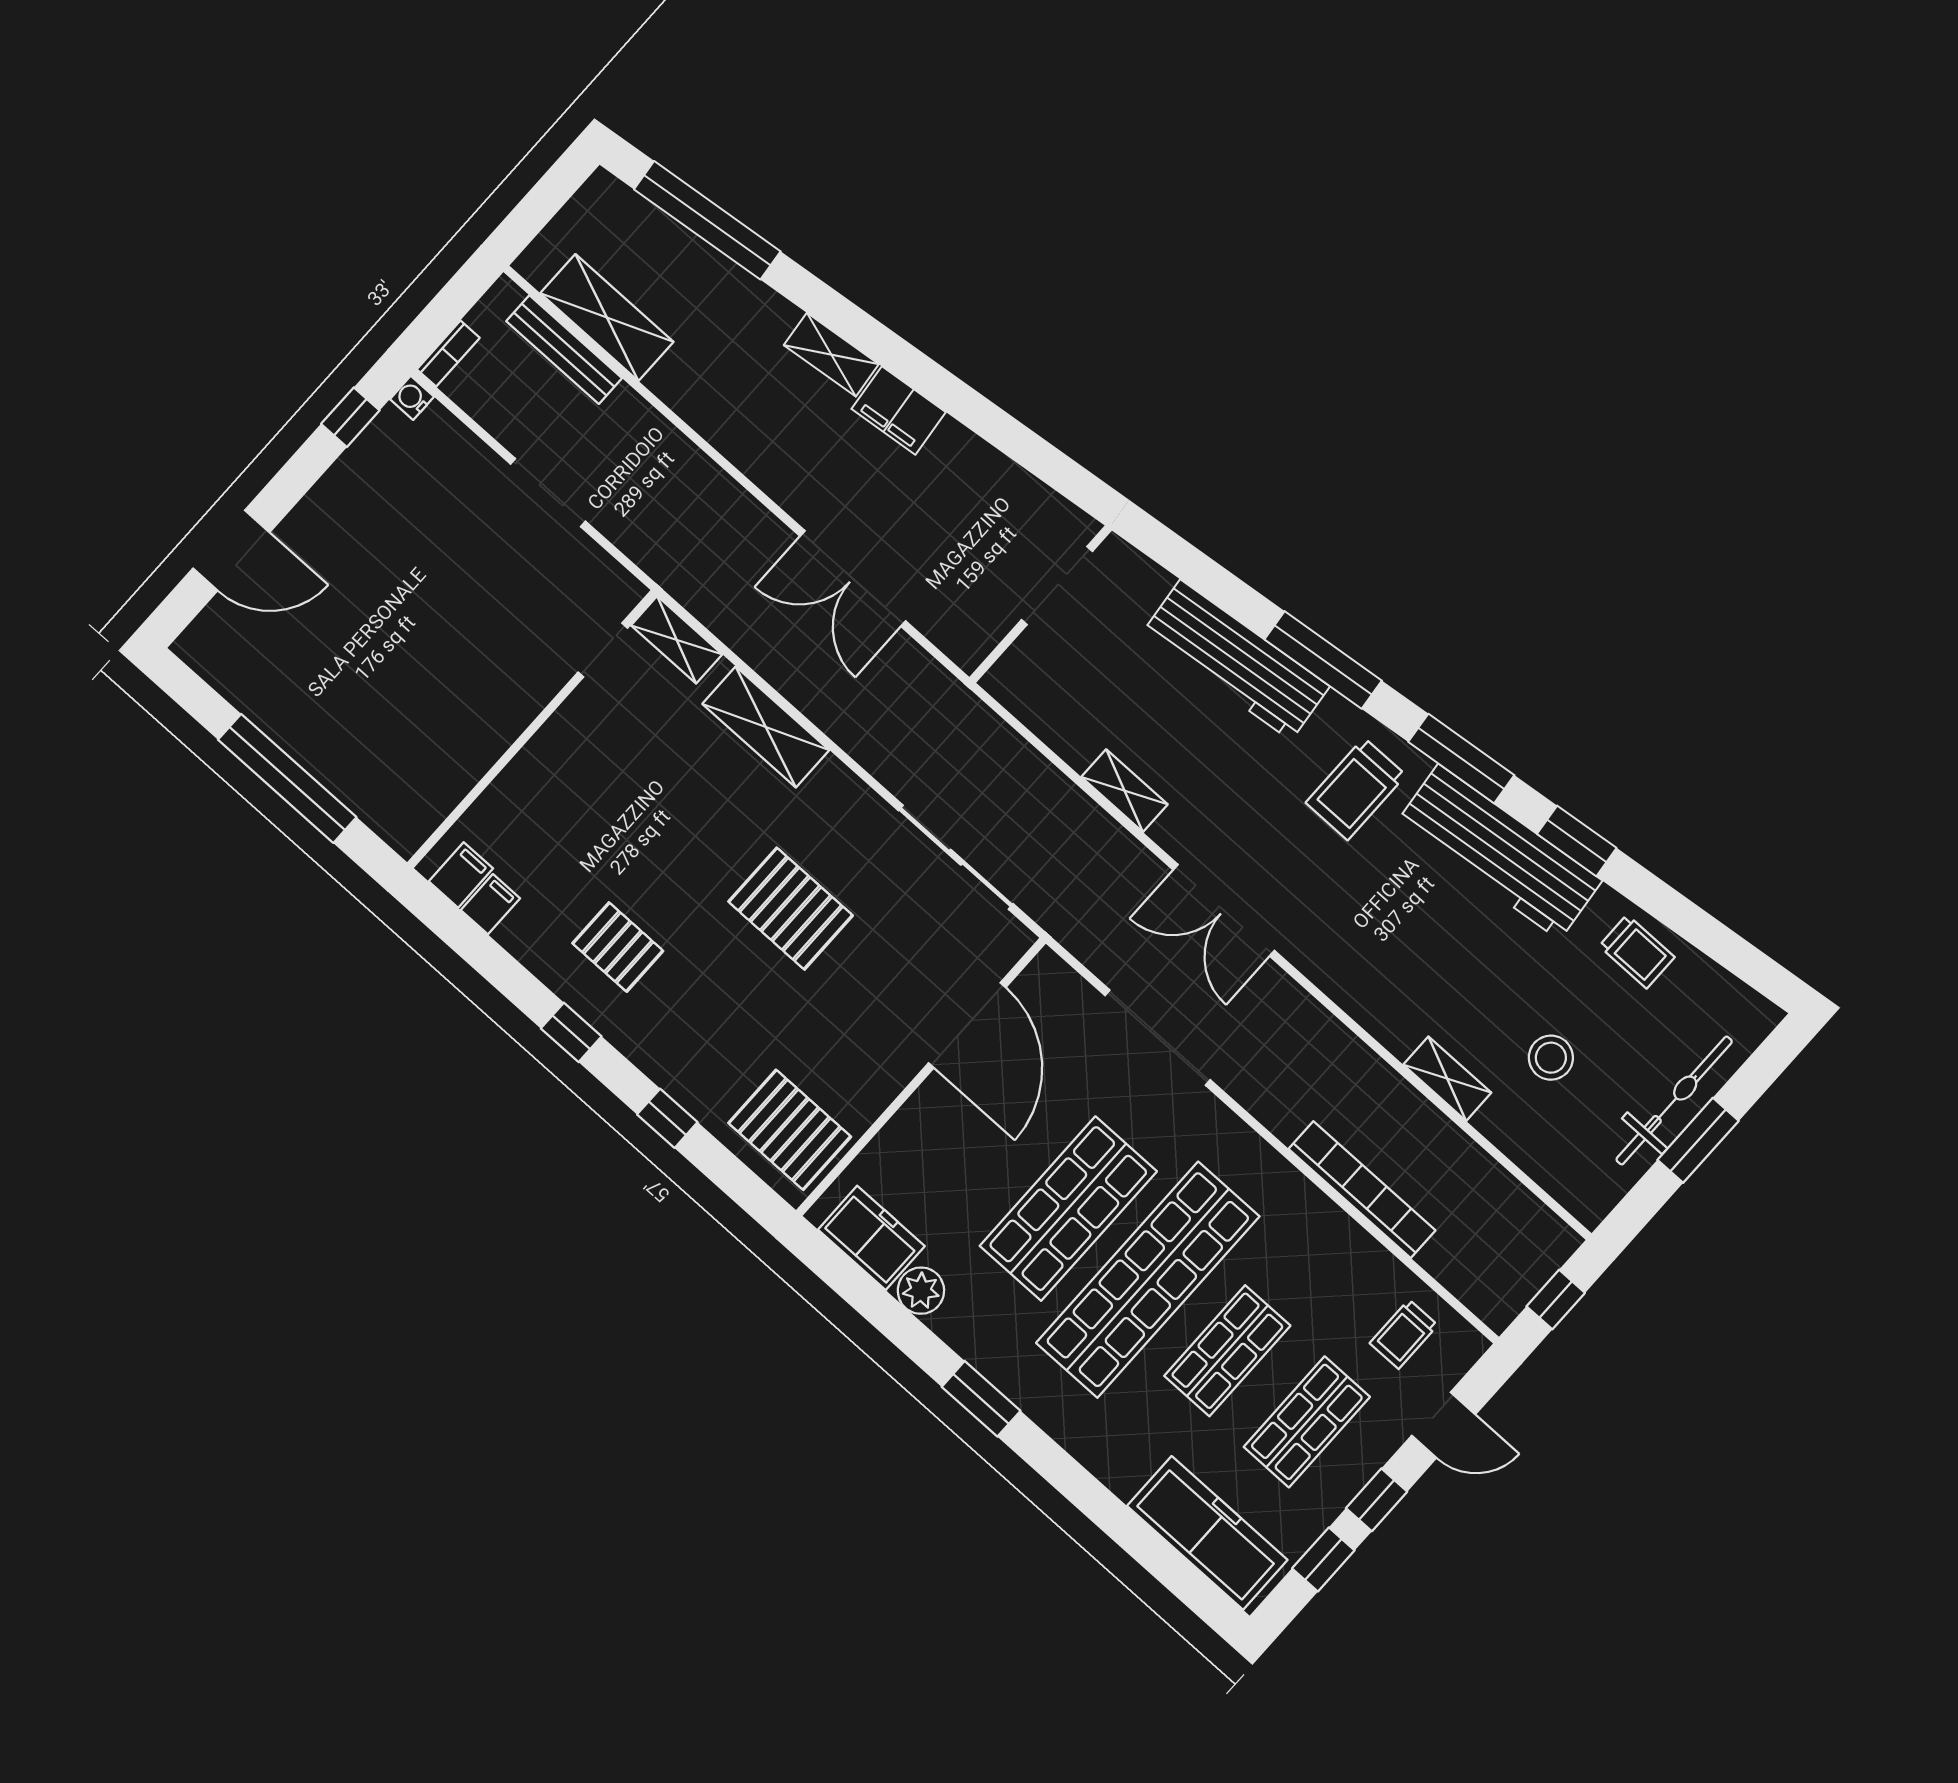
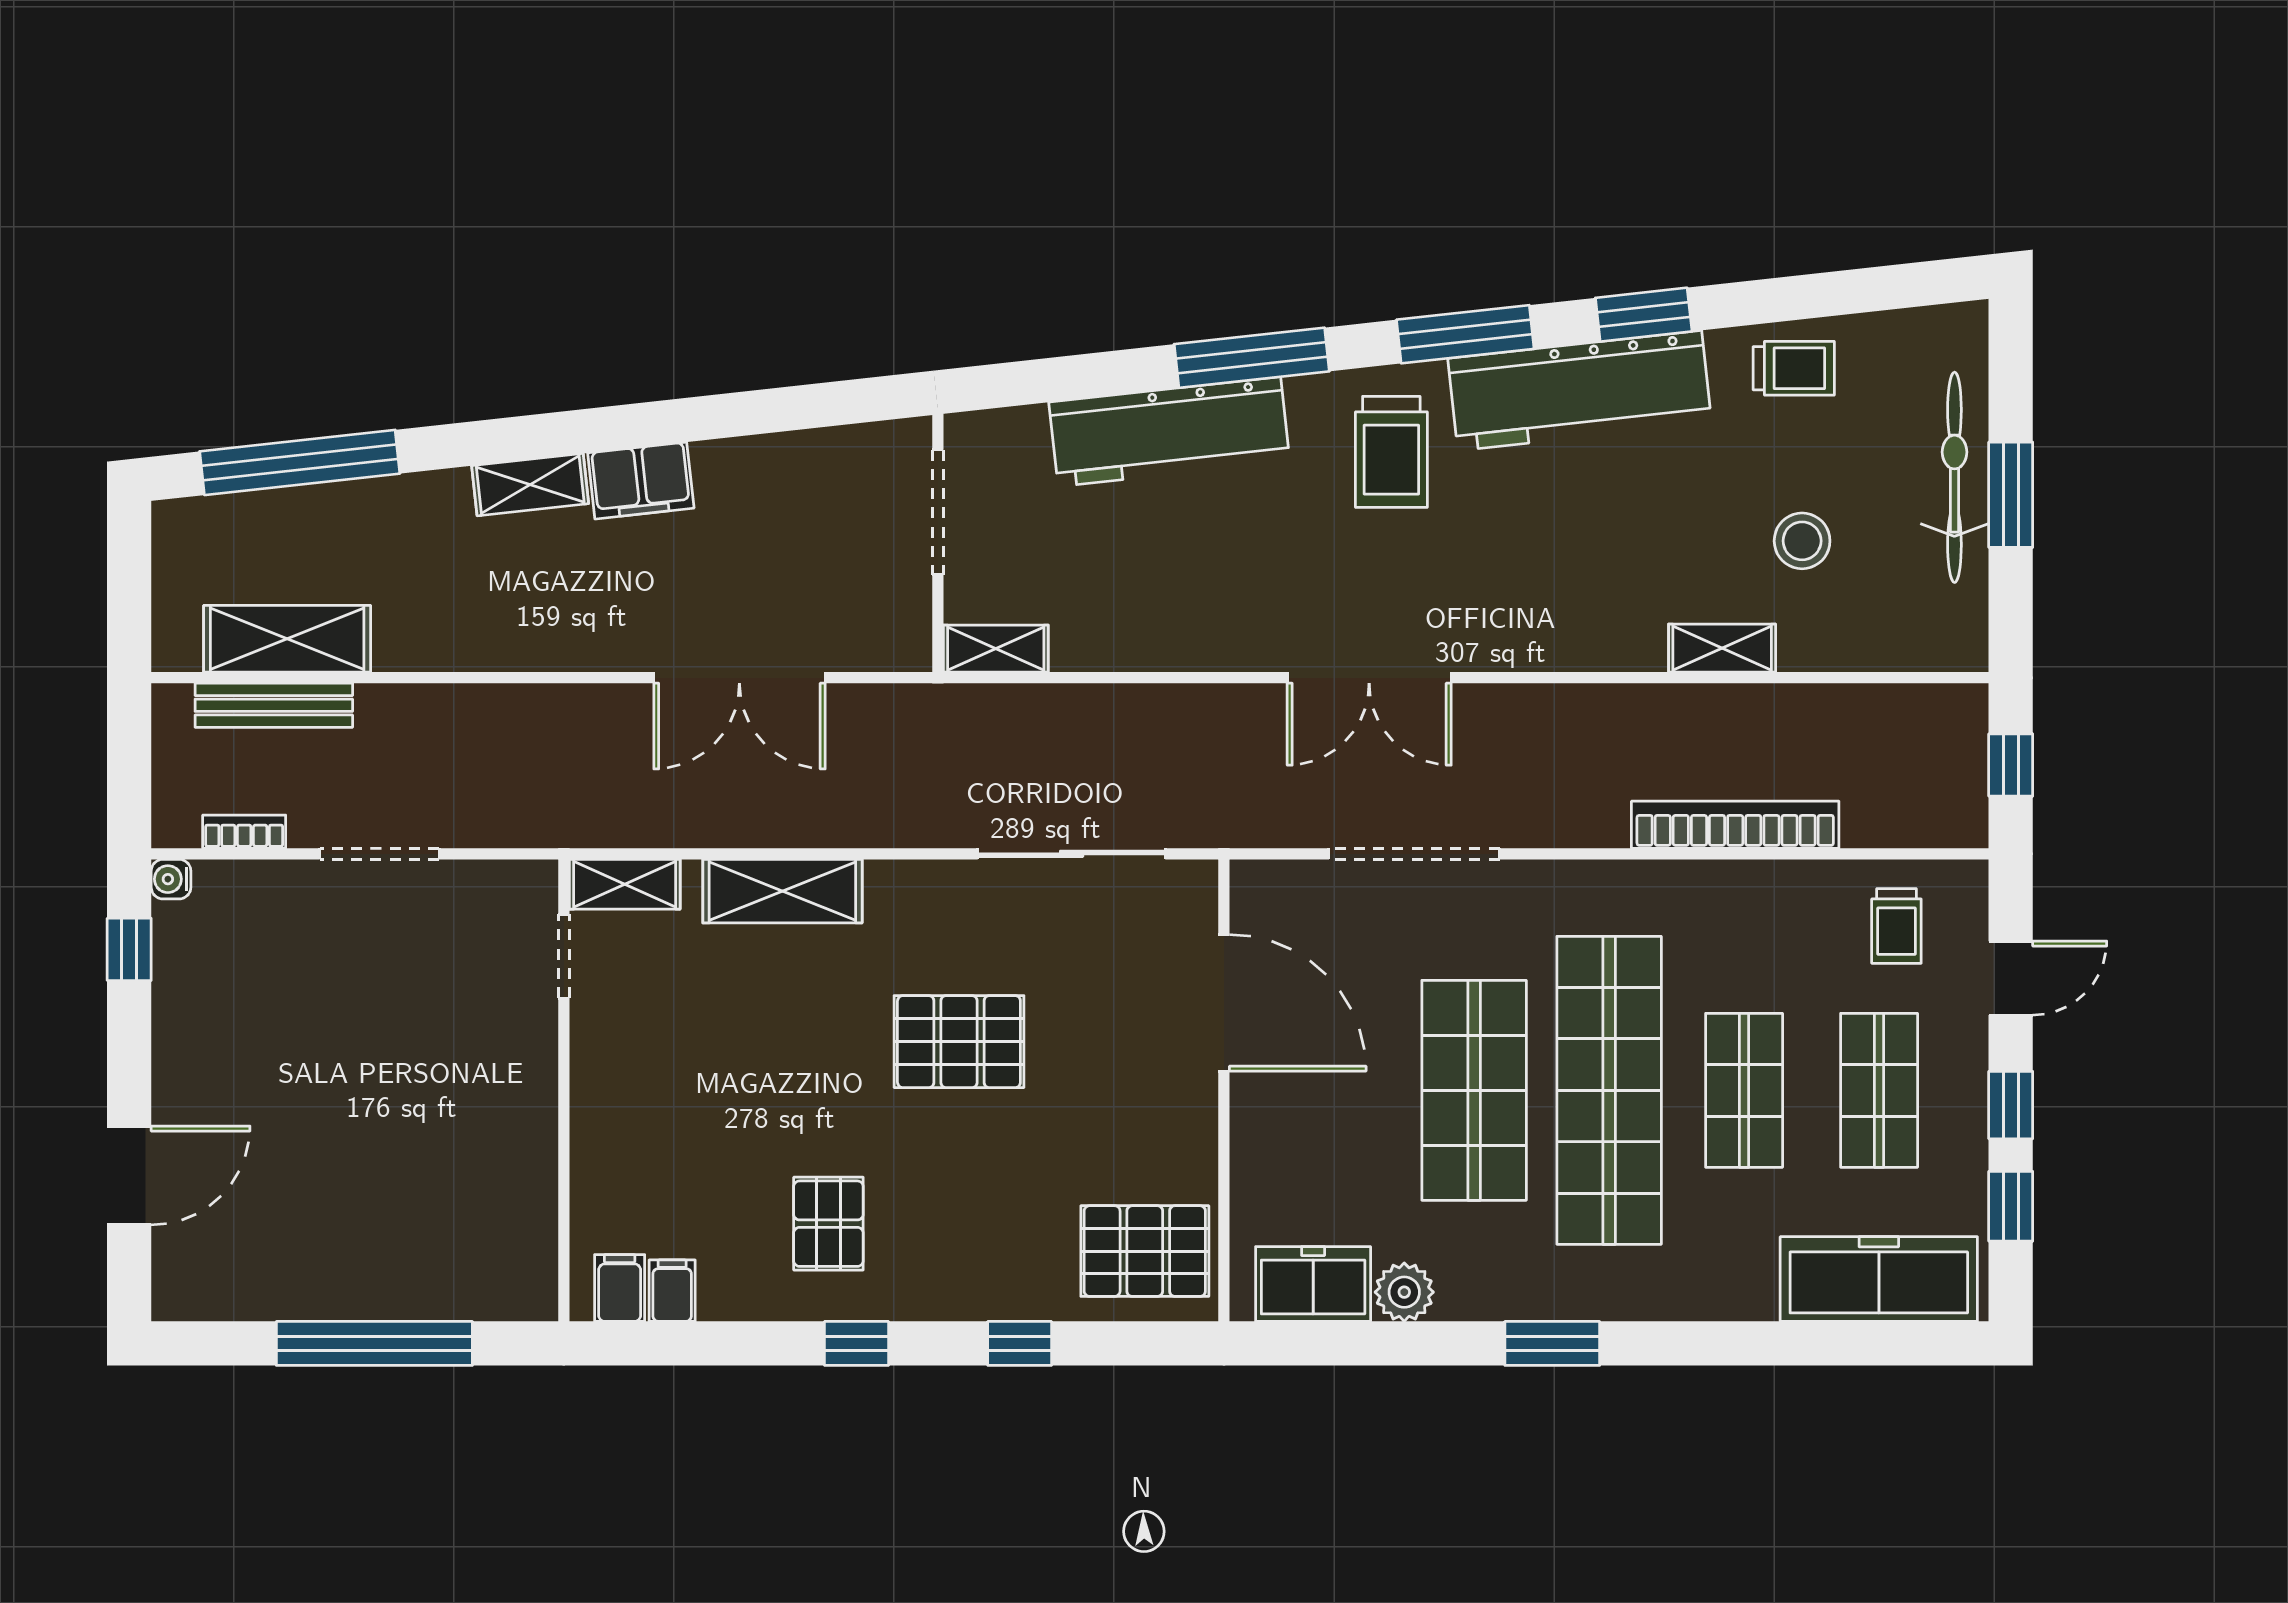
bookcase: (448, 354) -> (244, 832), moved, turned -90
shelving: (1125, 791) -> (996, 649), moved
pallet: (618, 947) -> (828, 1224), turned 90

